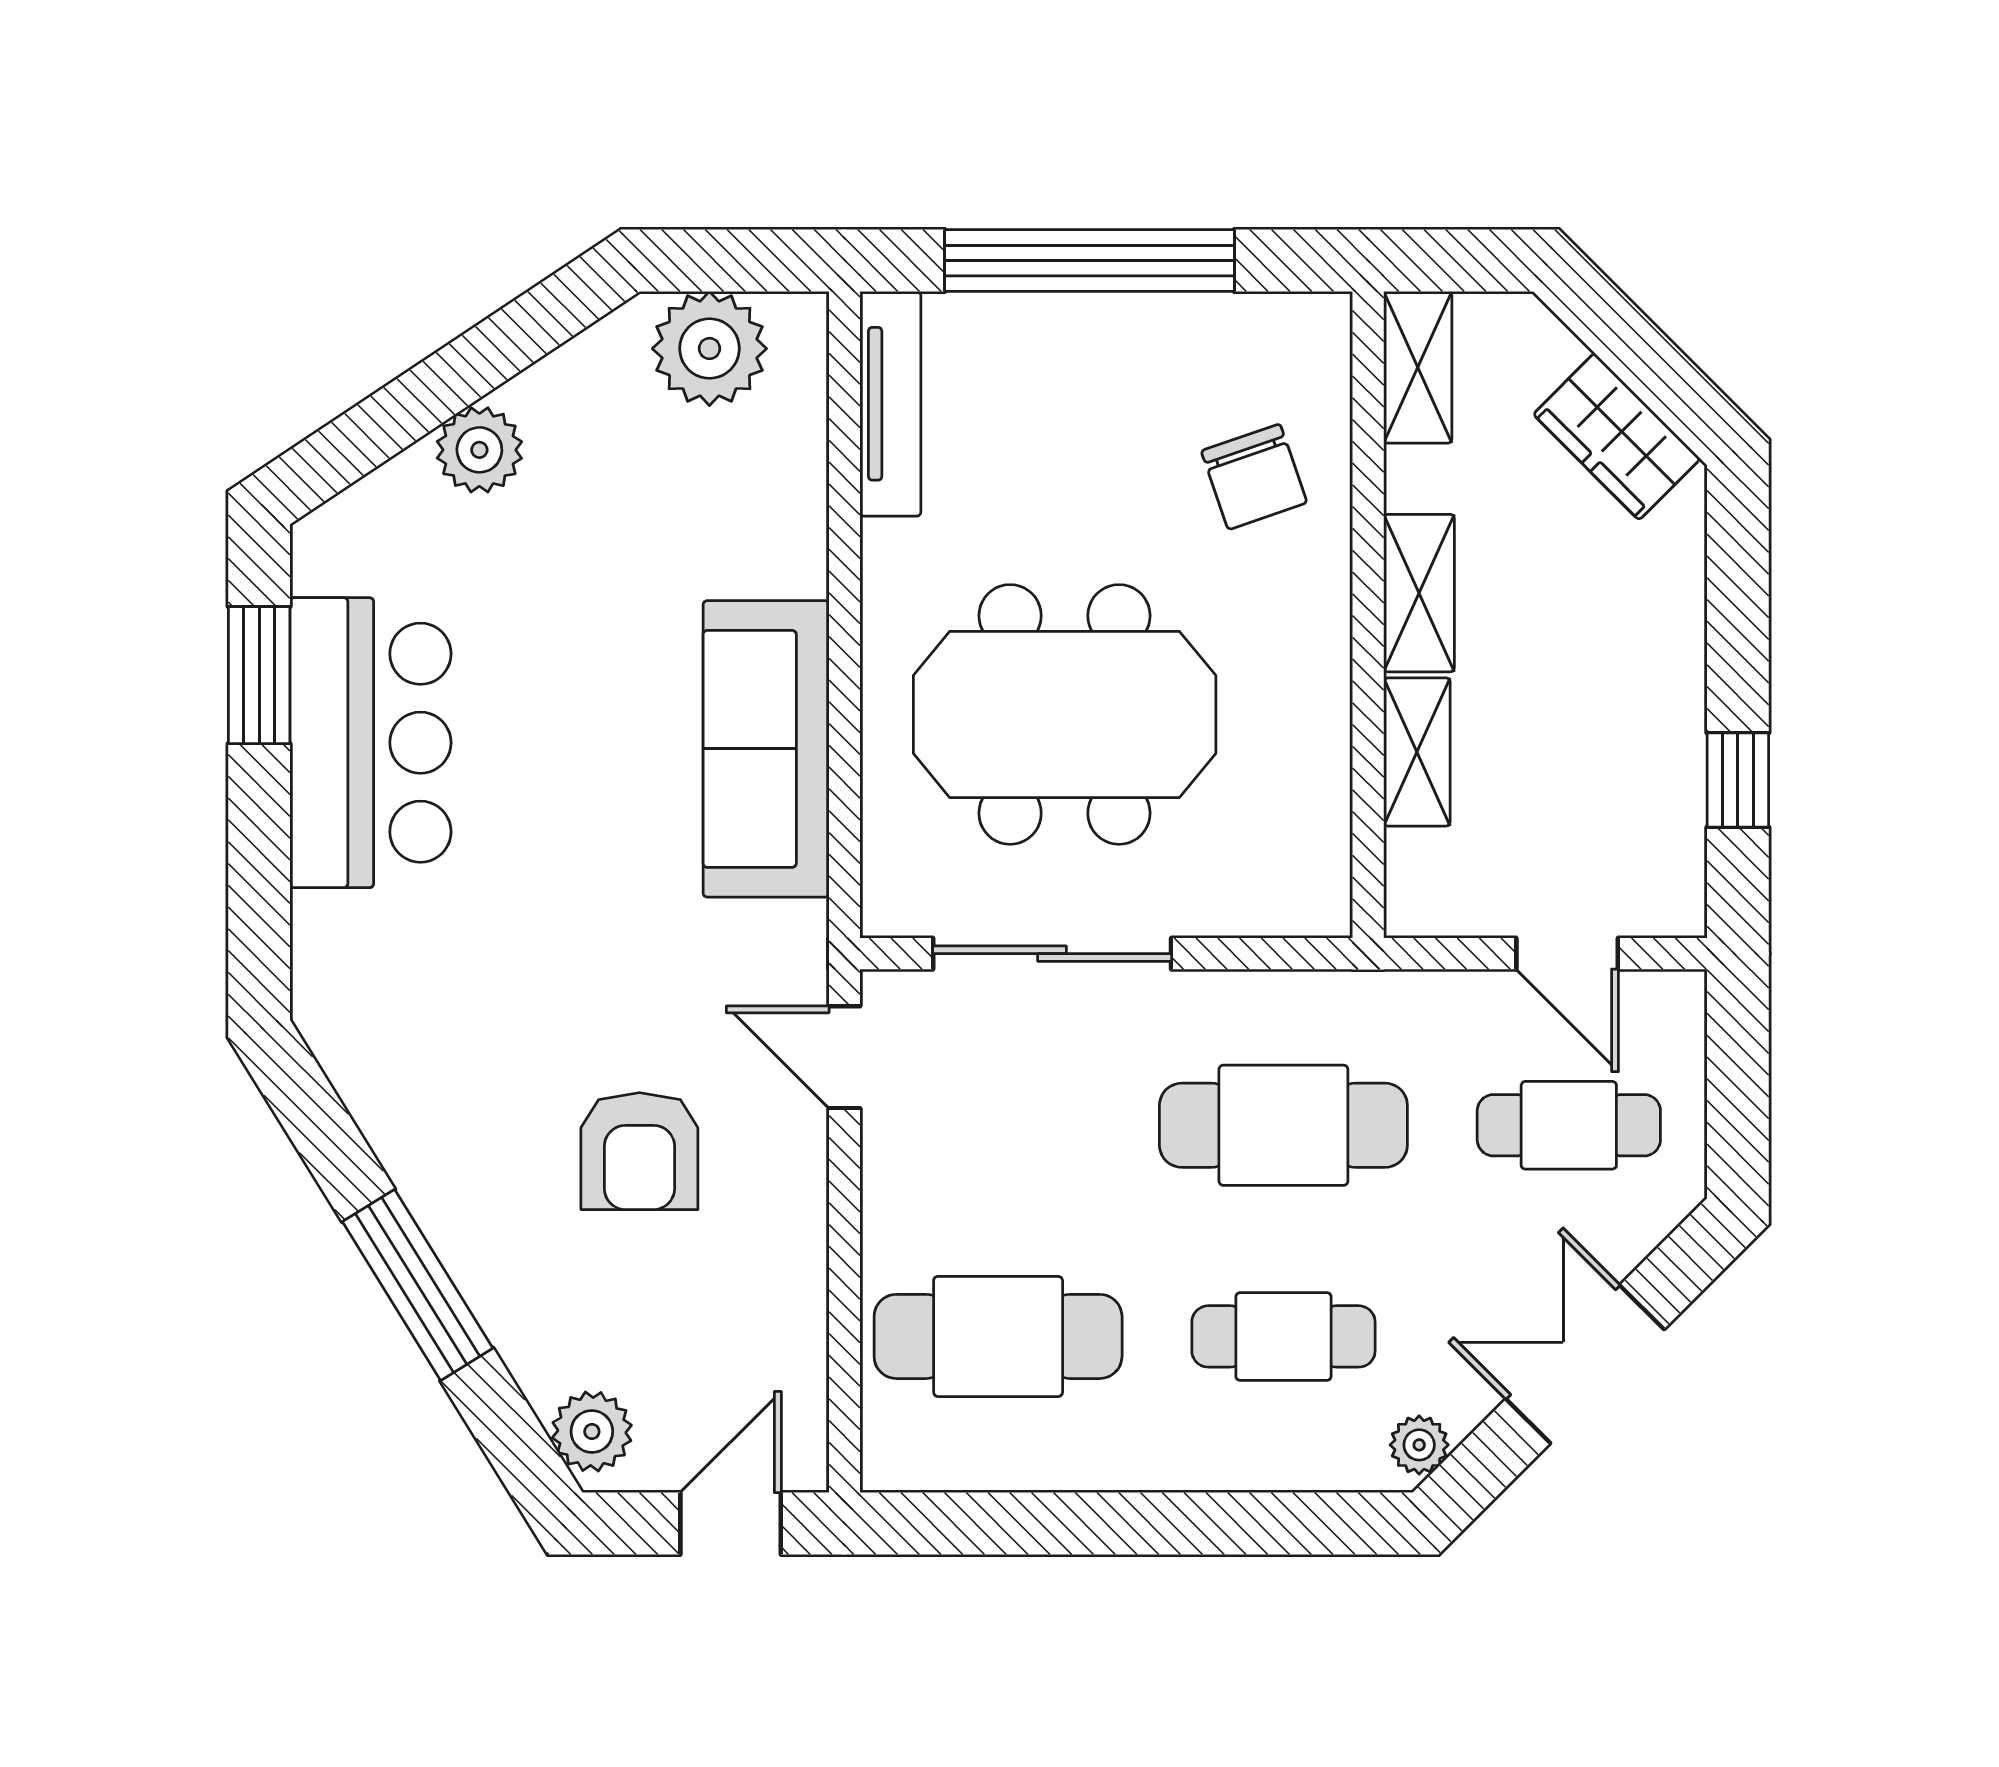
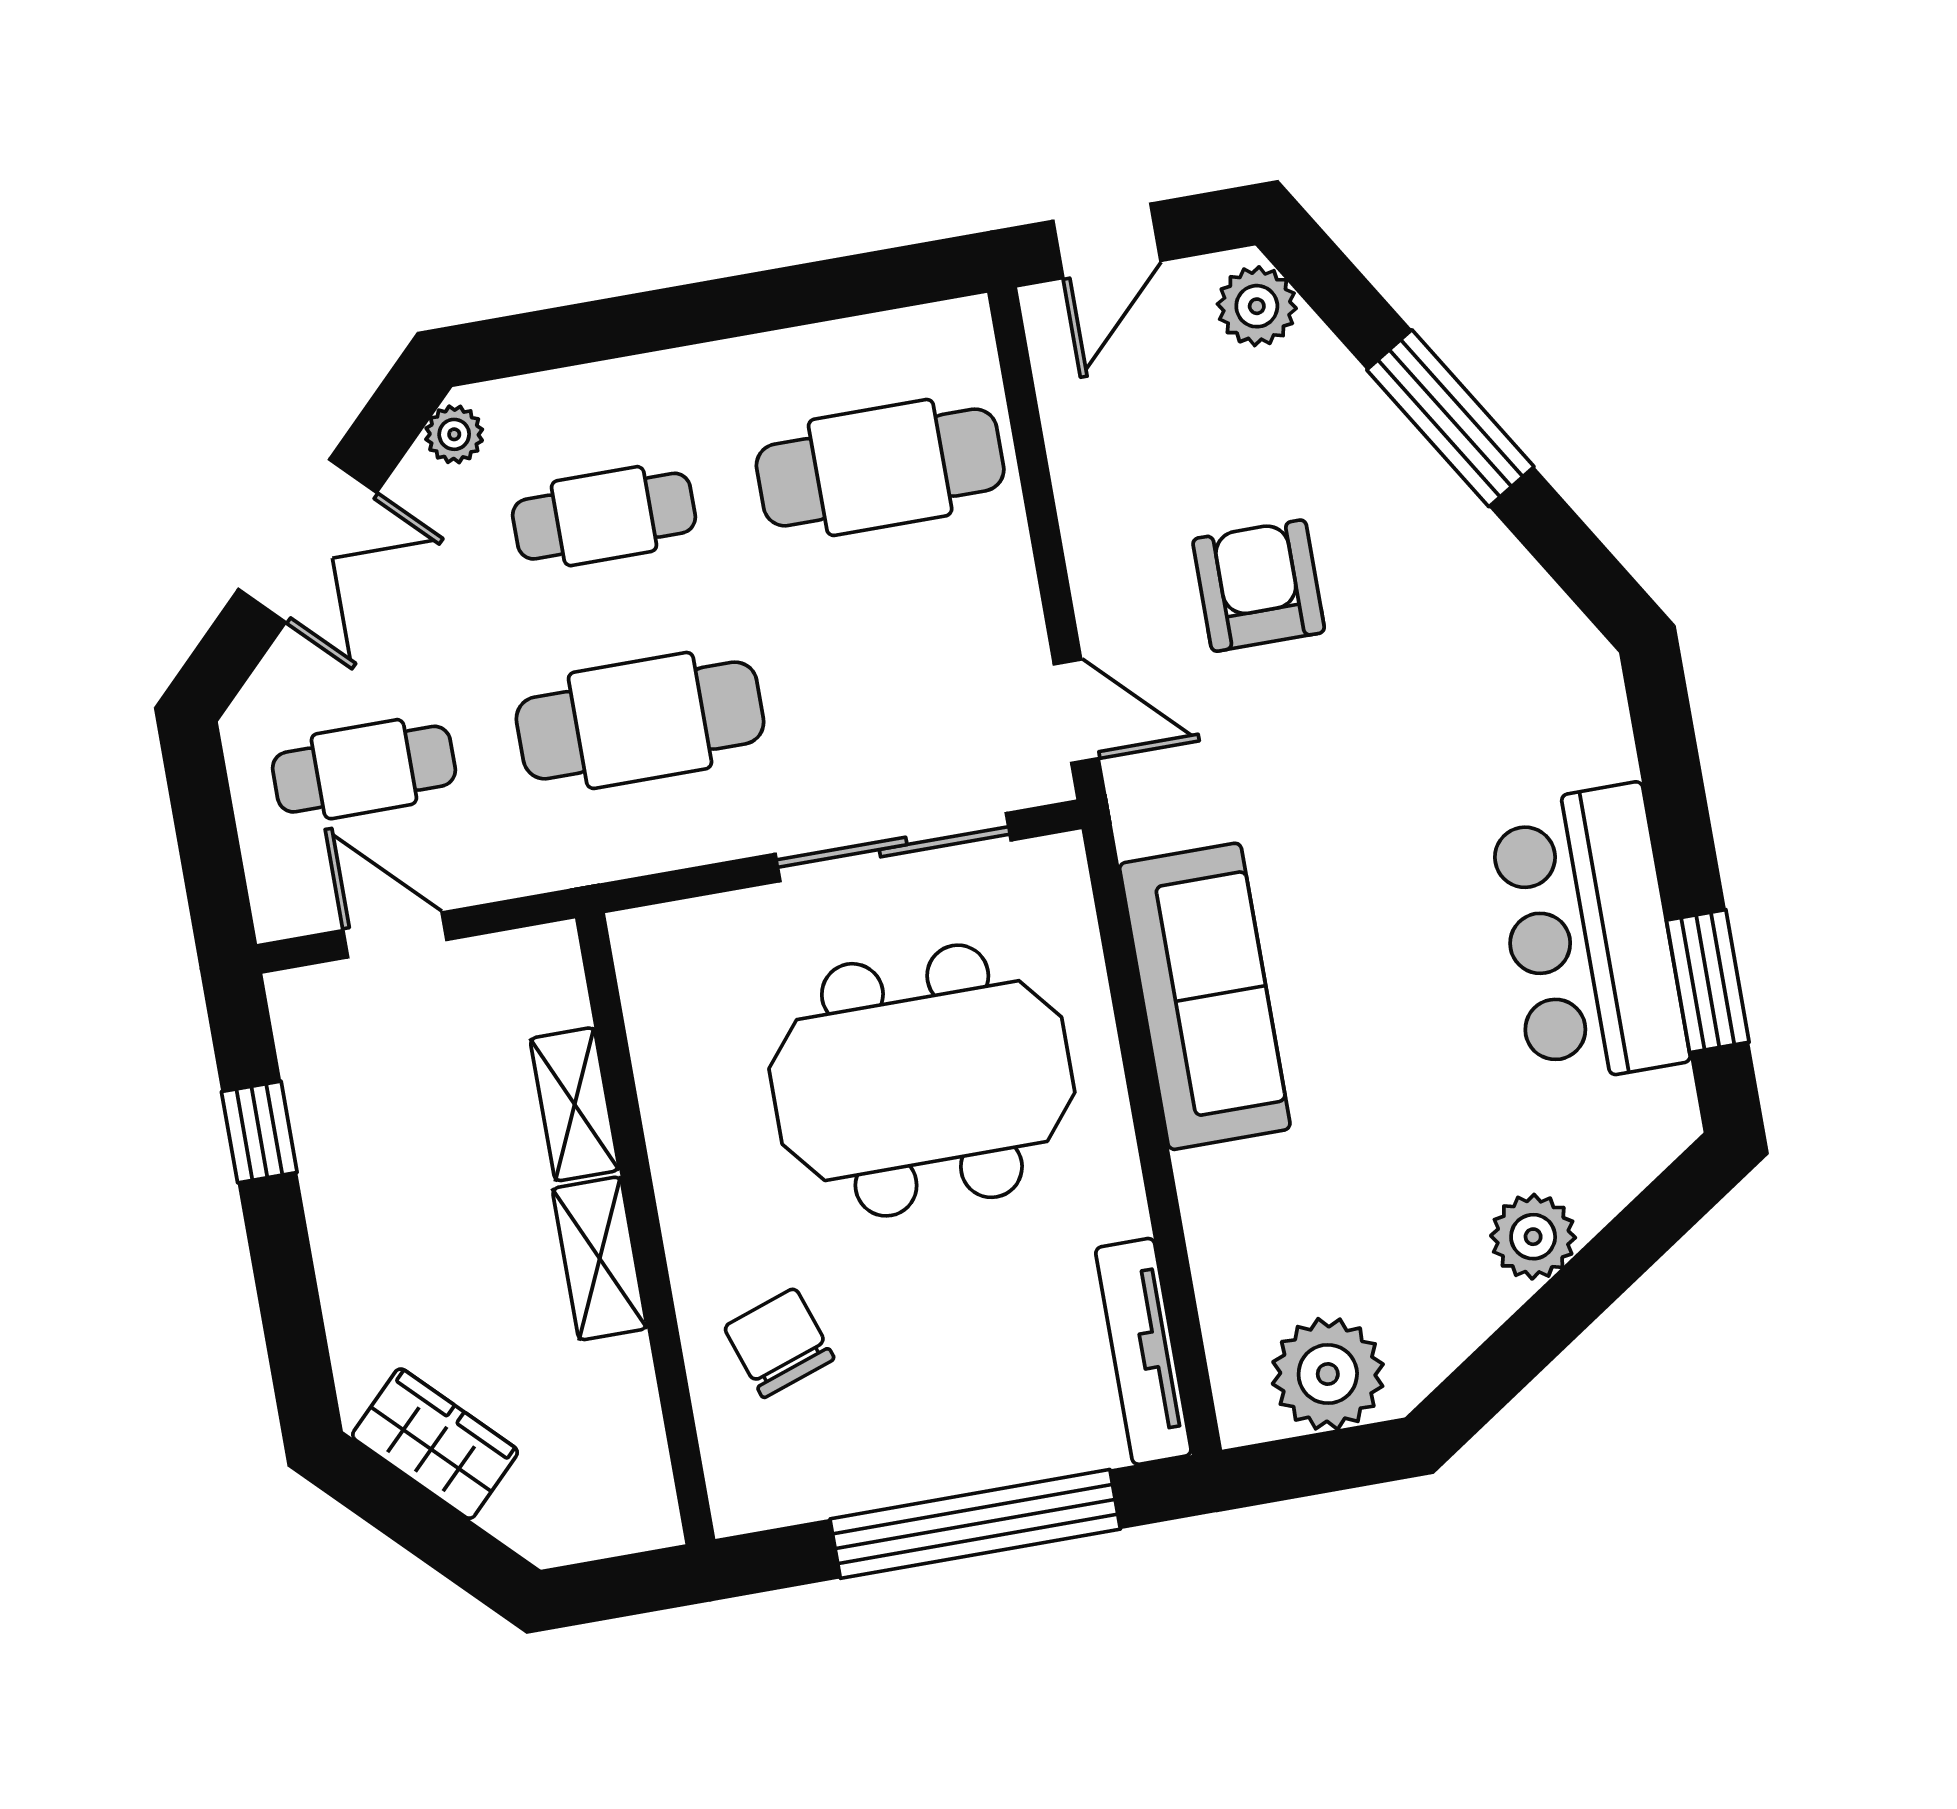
shelving: (1418, 367) -> (639, 1477), removed

